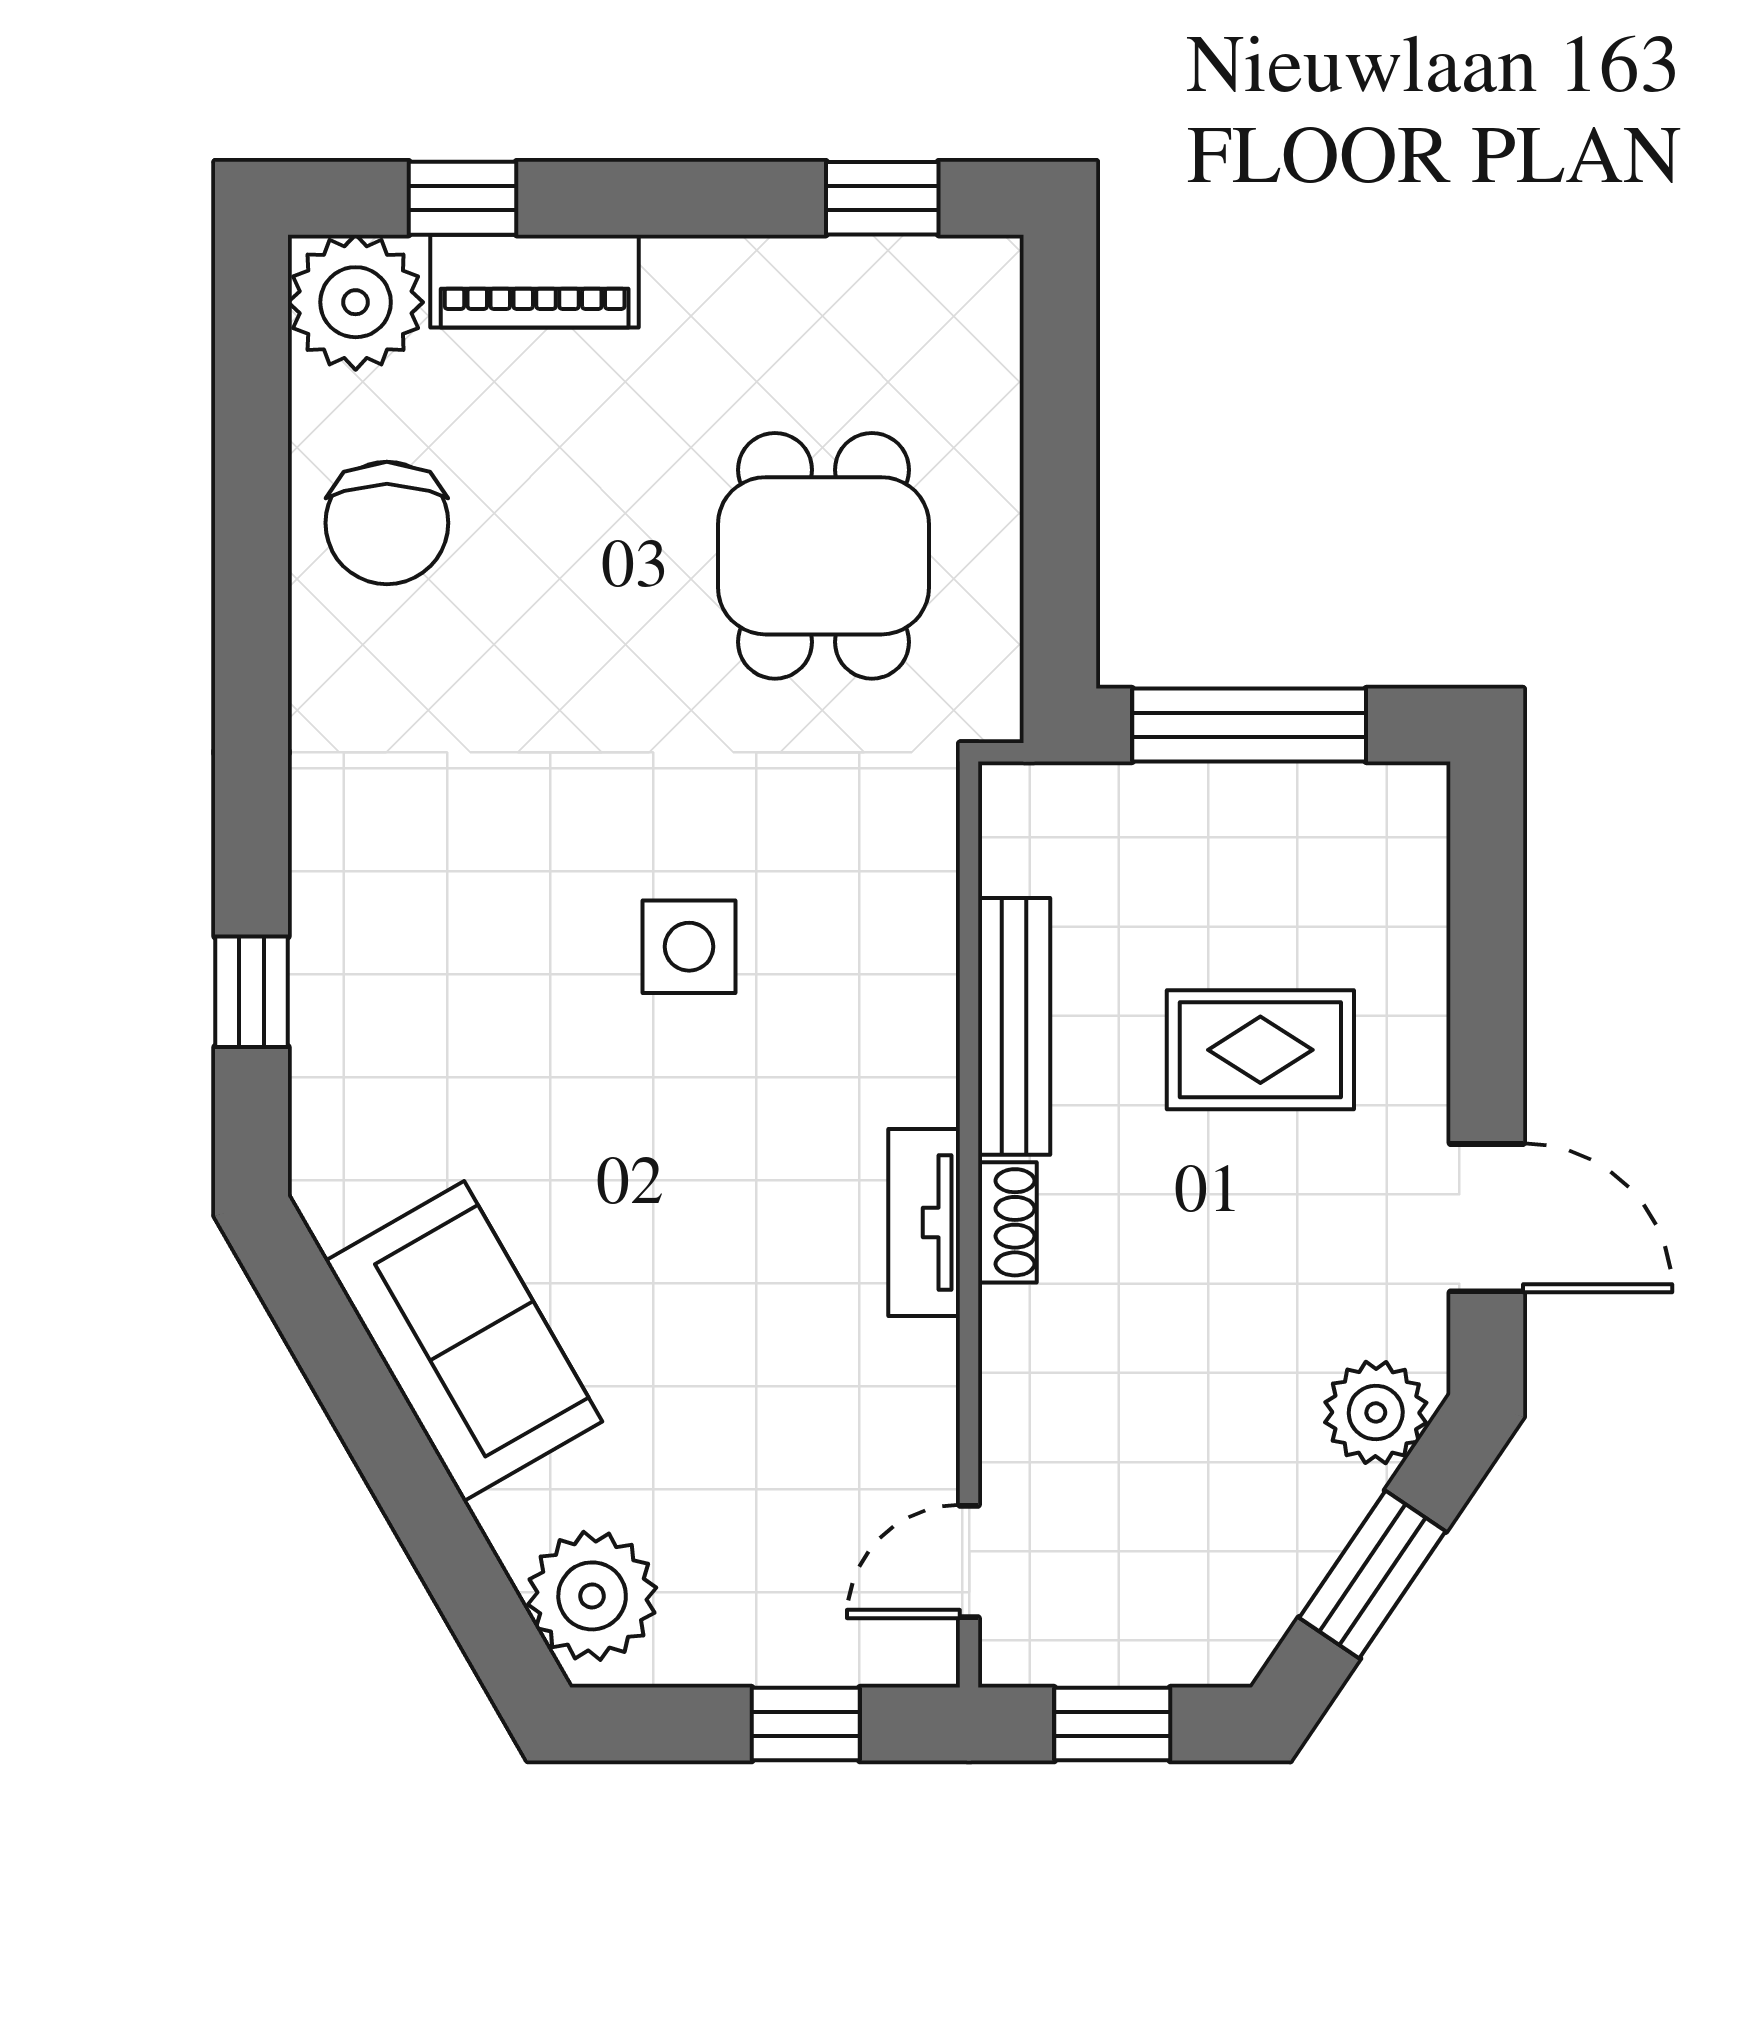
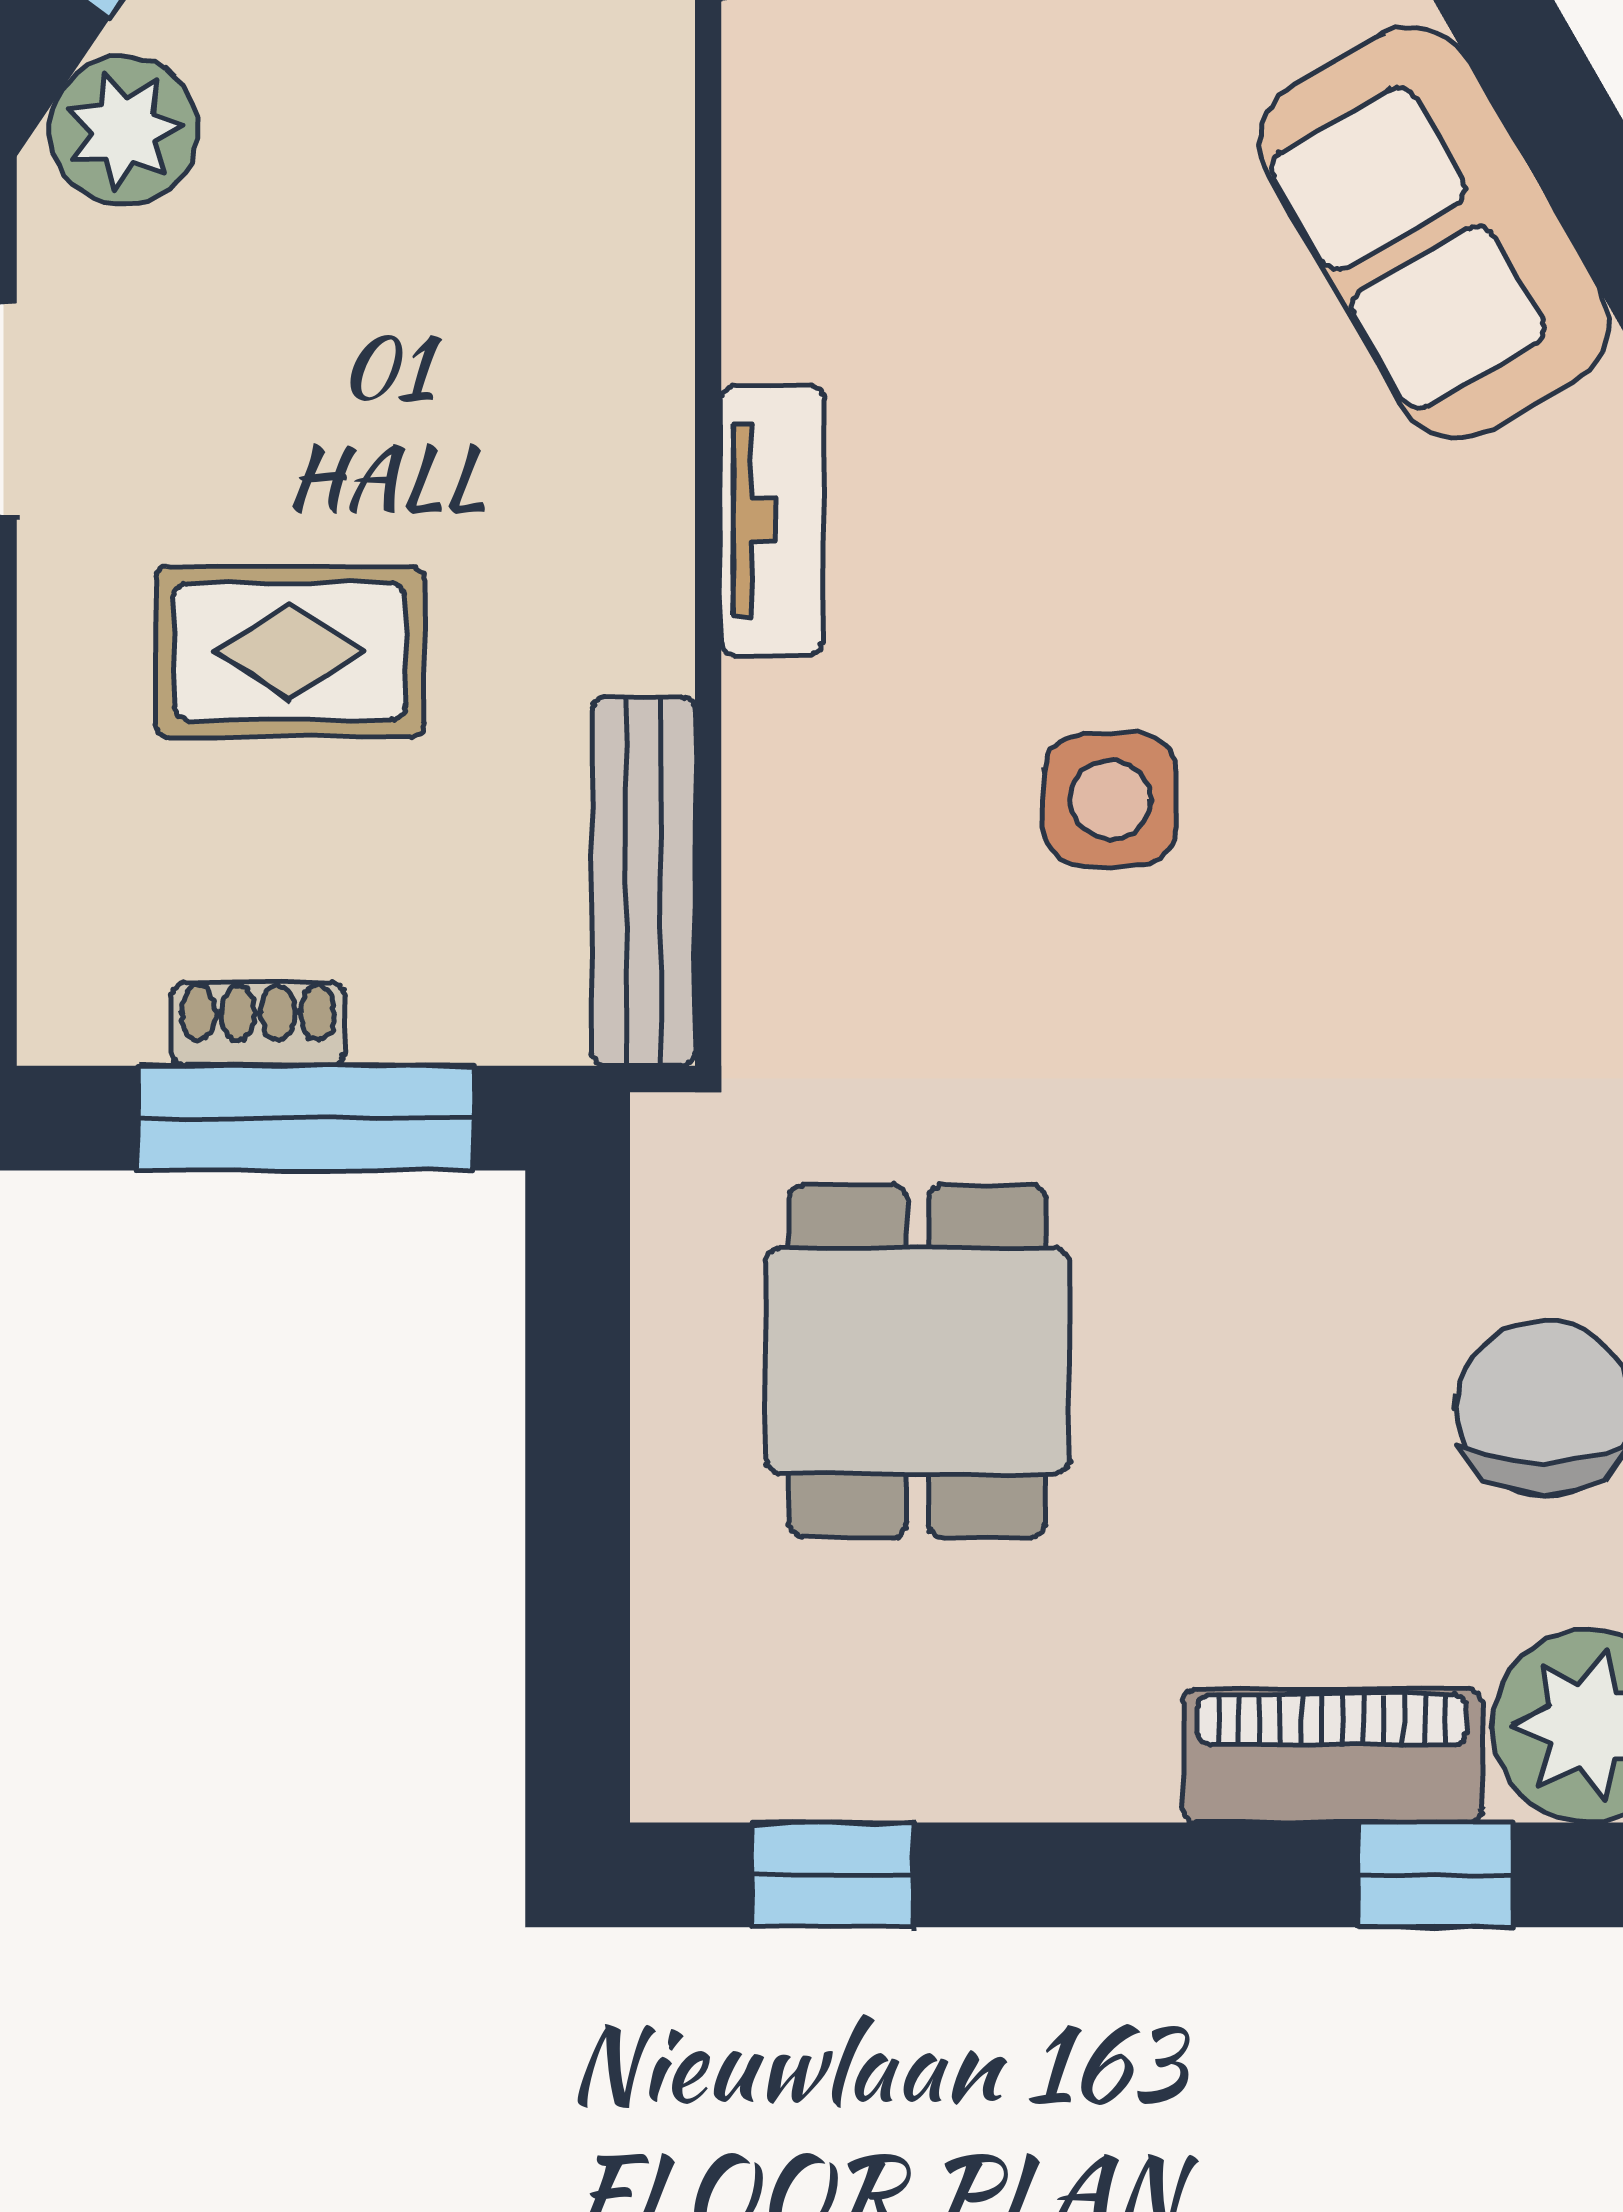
bench: (1014, 1026) -> (643, 881), moved
shoe rack: (1007, 1222) -> (258, 1024), moved, turned 90
tv unit: (924, 1223) -> (772, 520), moved

